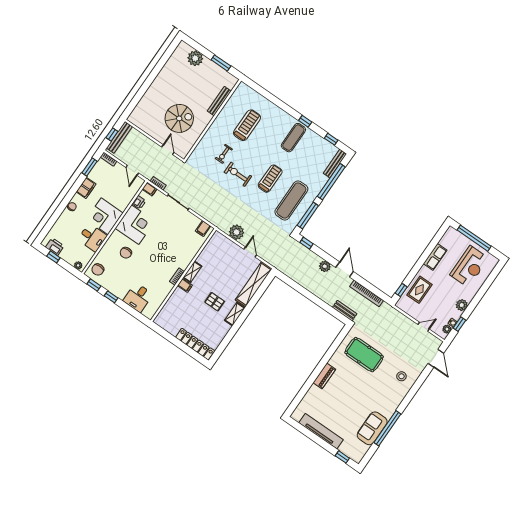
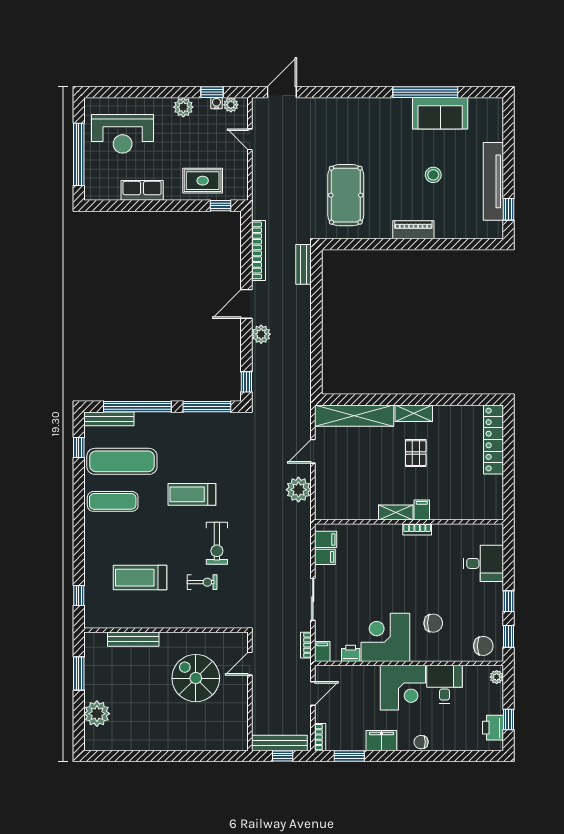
window: (305, 121) -> (79, 595), moved
exercise mat: (291, 200) -> (122, 461), moved
filing cabinet: (195, 222) -> (325, 557), added
reception desk: (469, 266) -> (123, 134), turned 180
stool: (401, 376) -> (433, 175), moved
window: (342, 457) -> (509, 209), moved

